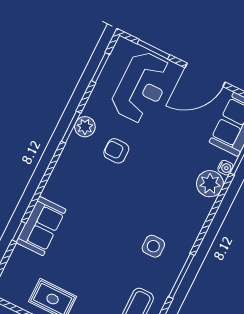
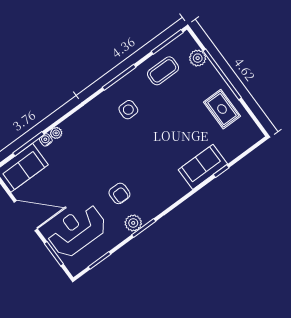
plant: (210, 184) -> (56, 133), width x0.53, depth x0.53

